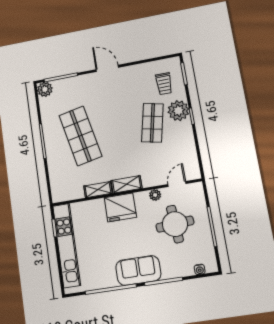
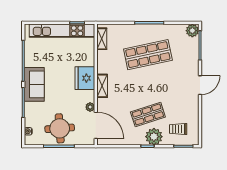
shop shelf: (152, 123) -> (148, 114), turned -30
door: (177, 184) -> (96, 125), width x1.87
shelving: (98, 190) -> (102, 39), moved
round table: (175, 224) -> (60, 128), moved

